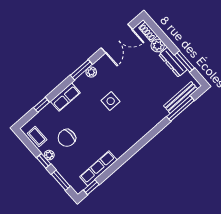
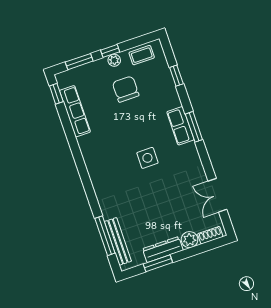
double door: (117, 39) -> (217, 195), width x0.73
window: (81, 70) -> (194, 127), moved
plant: (91, 72) -> (191, 149), removed
row of seats: (65, 97) -> (180, 126), moved

